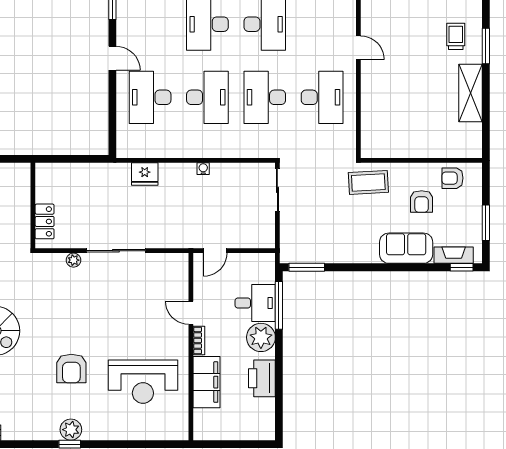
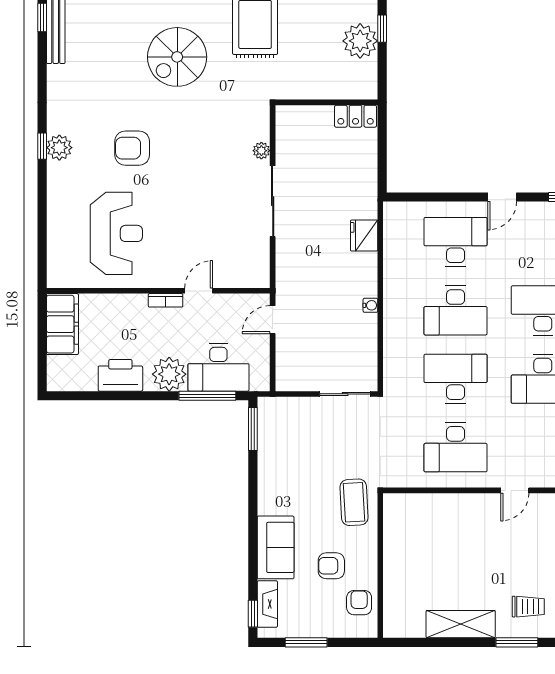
locker: (45, 221) -> (356, 116), moved
door: (215, 251) -> (273, 320), hinge flipped
desk: (255, 303) -> (218, 367), width x1.37
reception desk: (143, 382) -> (116, 233), turned 180
filing cabinet: (207, 382) -> (62, 324), moved, turned -90

